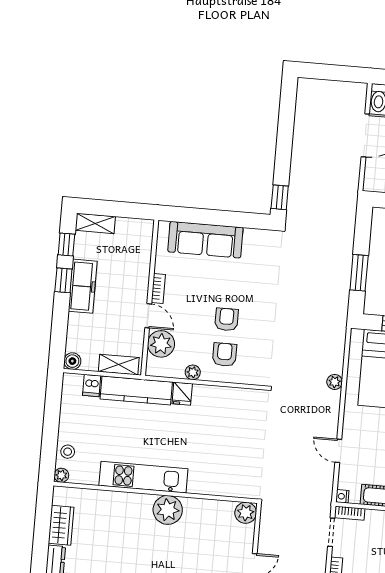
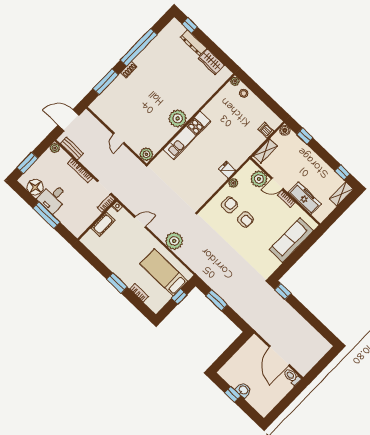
window: (63, 280) -> (305, 136), moved
freezer: (83, 286) -> (305, 198), moved, turned 180
armchair: (225, 355) -> (229, 205), turned -90
plant: (335, 382) -> (174, 241), width x1.88, depth x1.88
kitchen counter: (136, 391) -> (246, 149), removed
kitchen unit: (143, 477) -> (187, 136), moved

